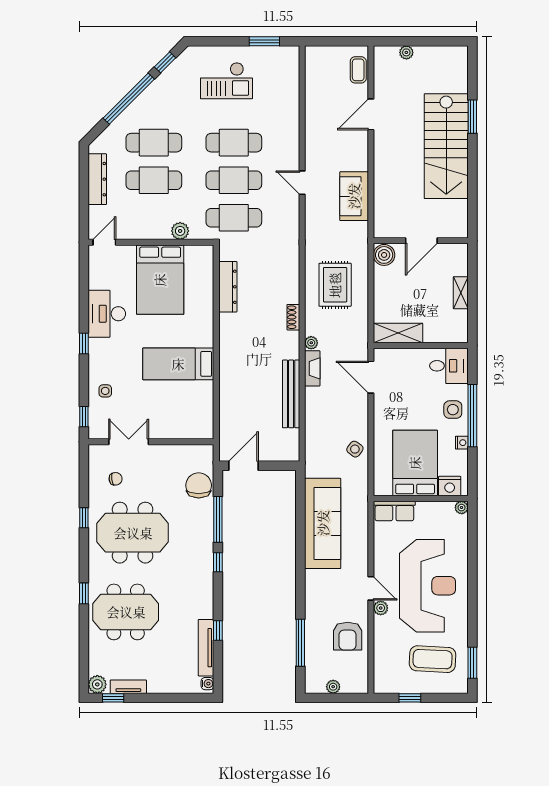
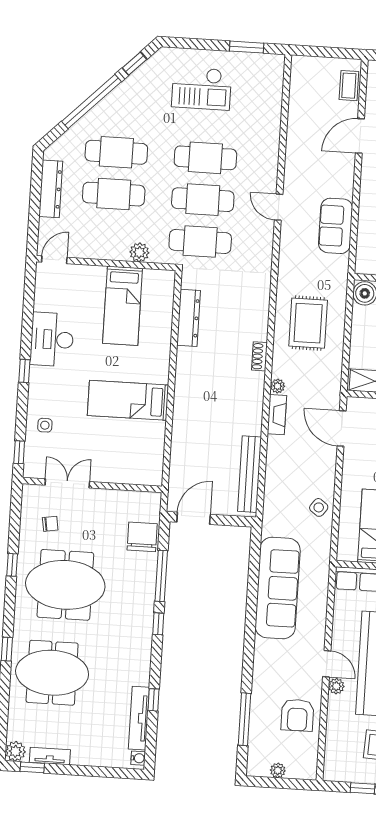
bed: (160, 280) -> (123, 306), width x0.67
bench: (291, 394) -> (249, 474), moved

